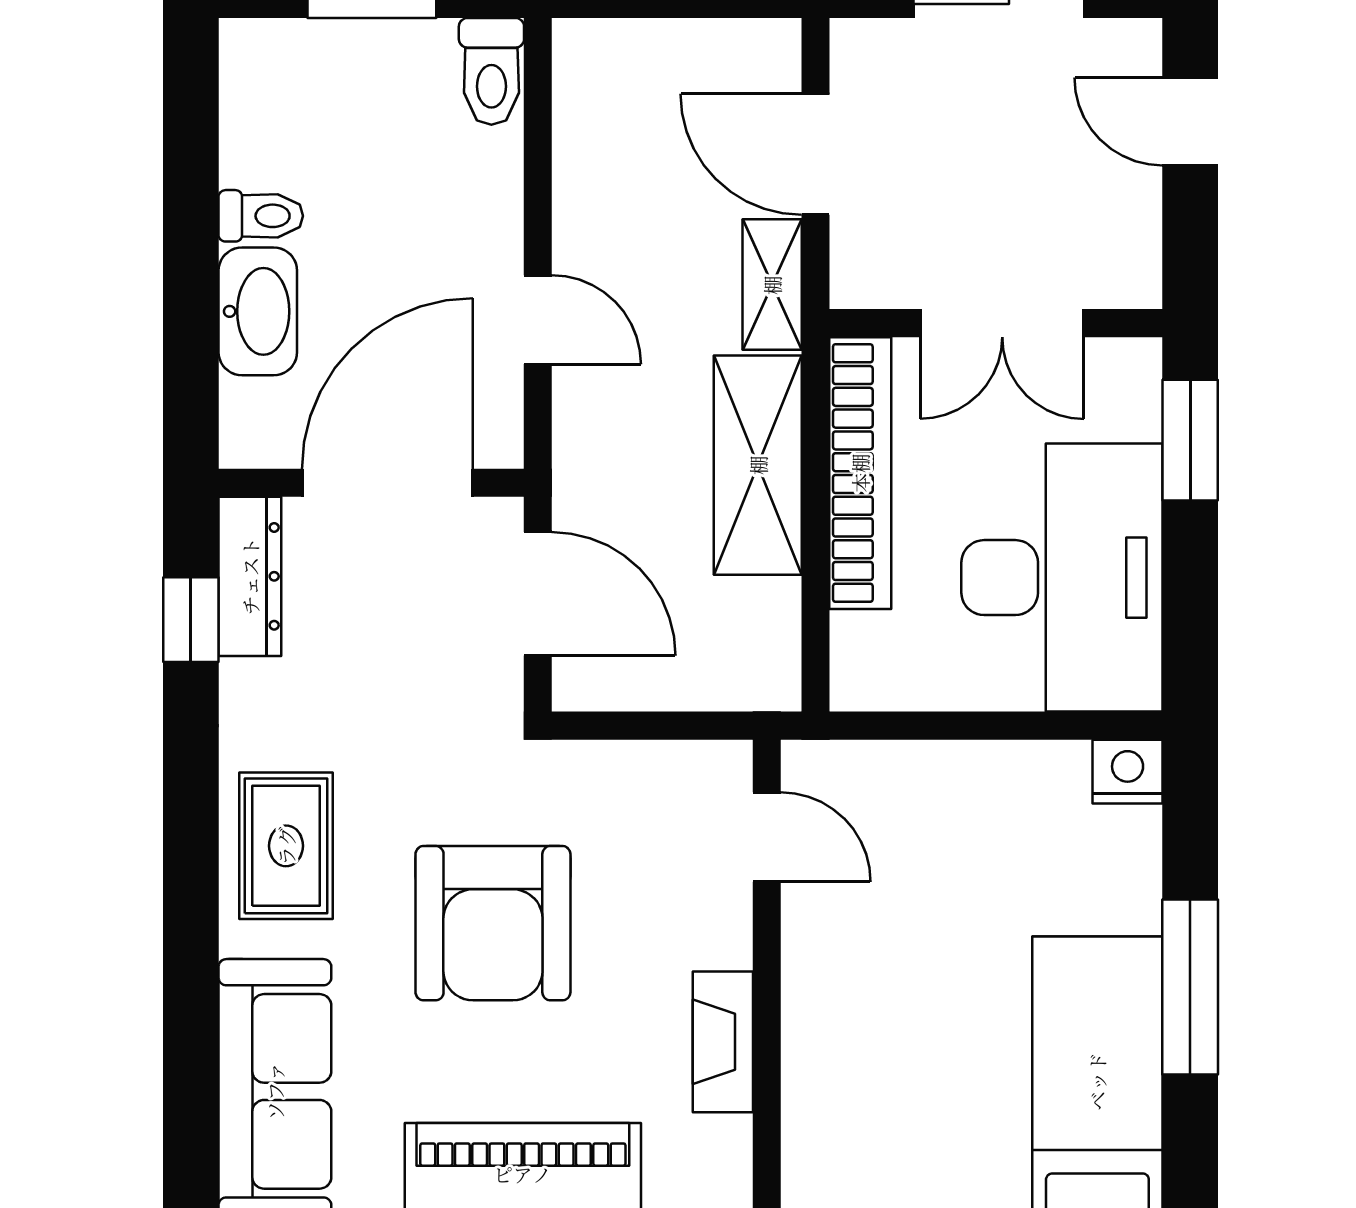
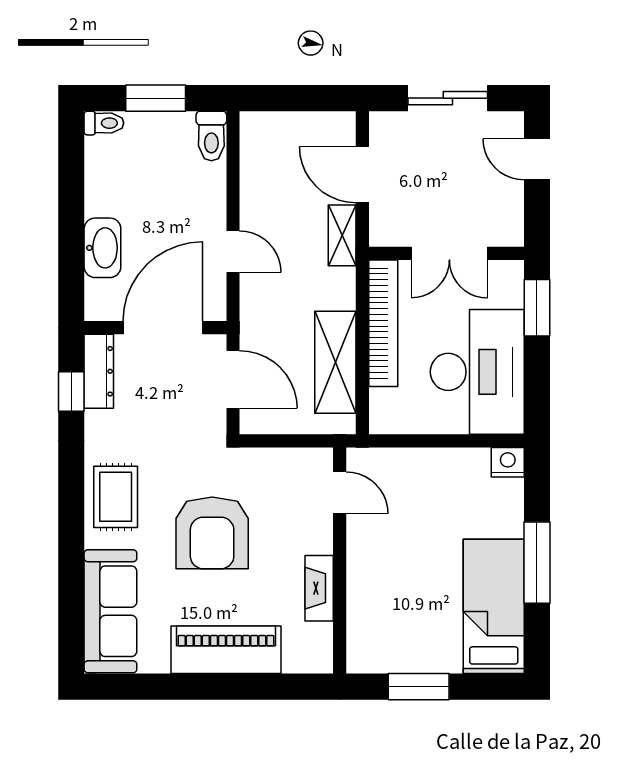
toilet: (261, 216) -> (104, 123), moved
shelving: (758, 465) -> (335, 362), moved

